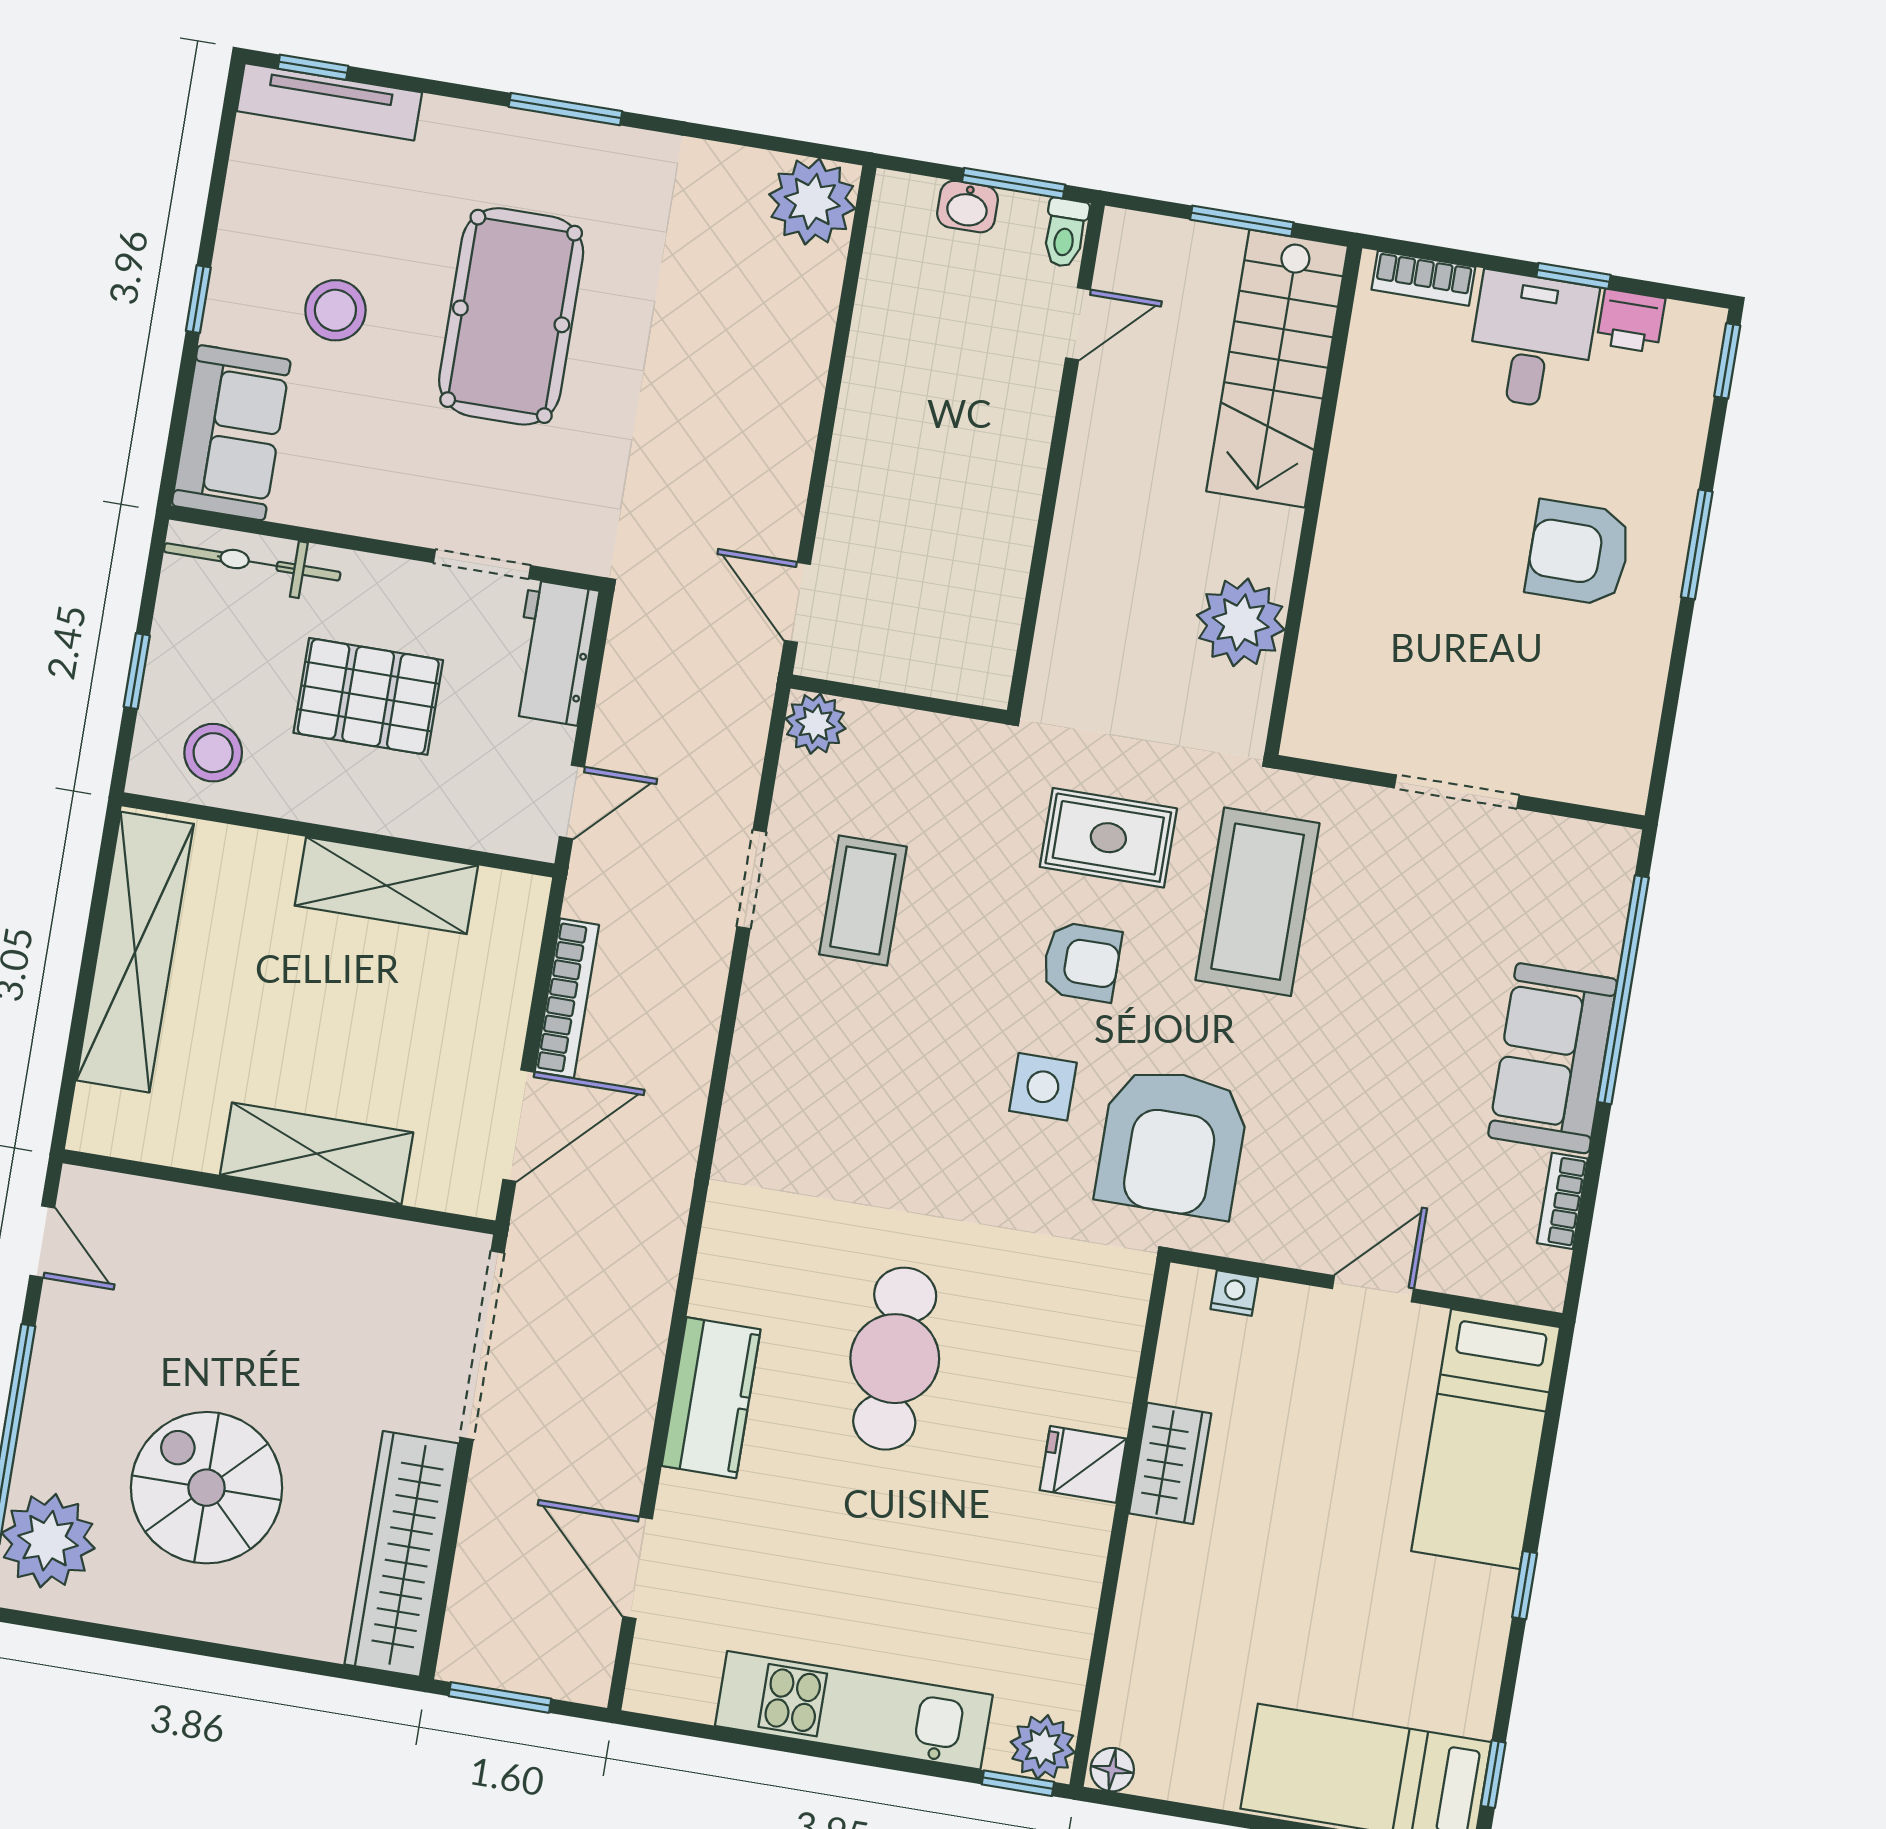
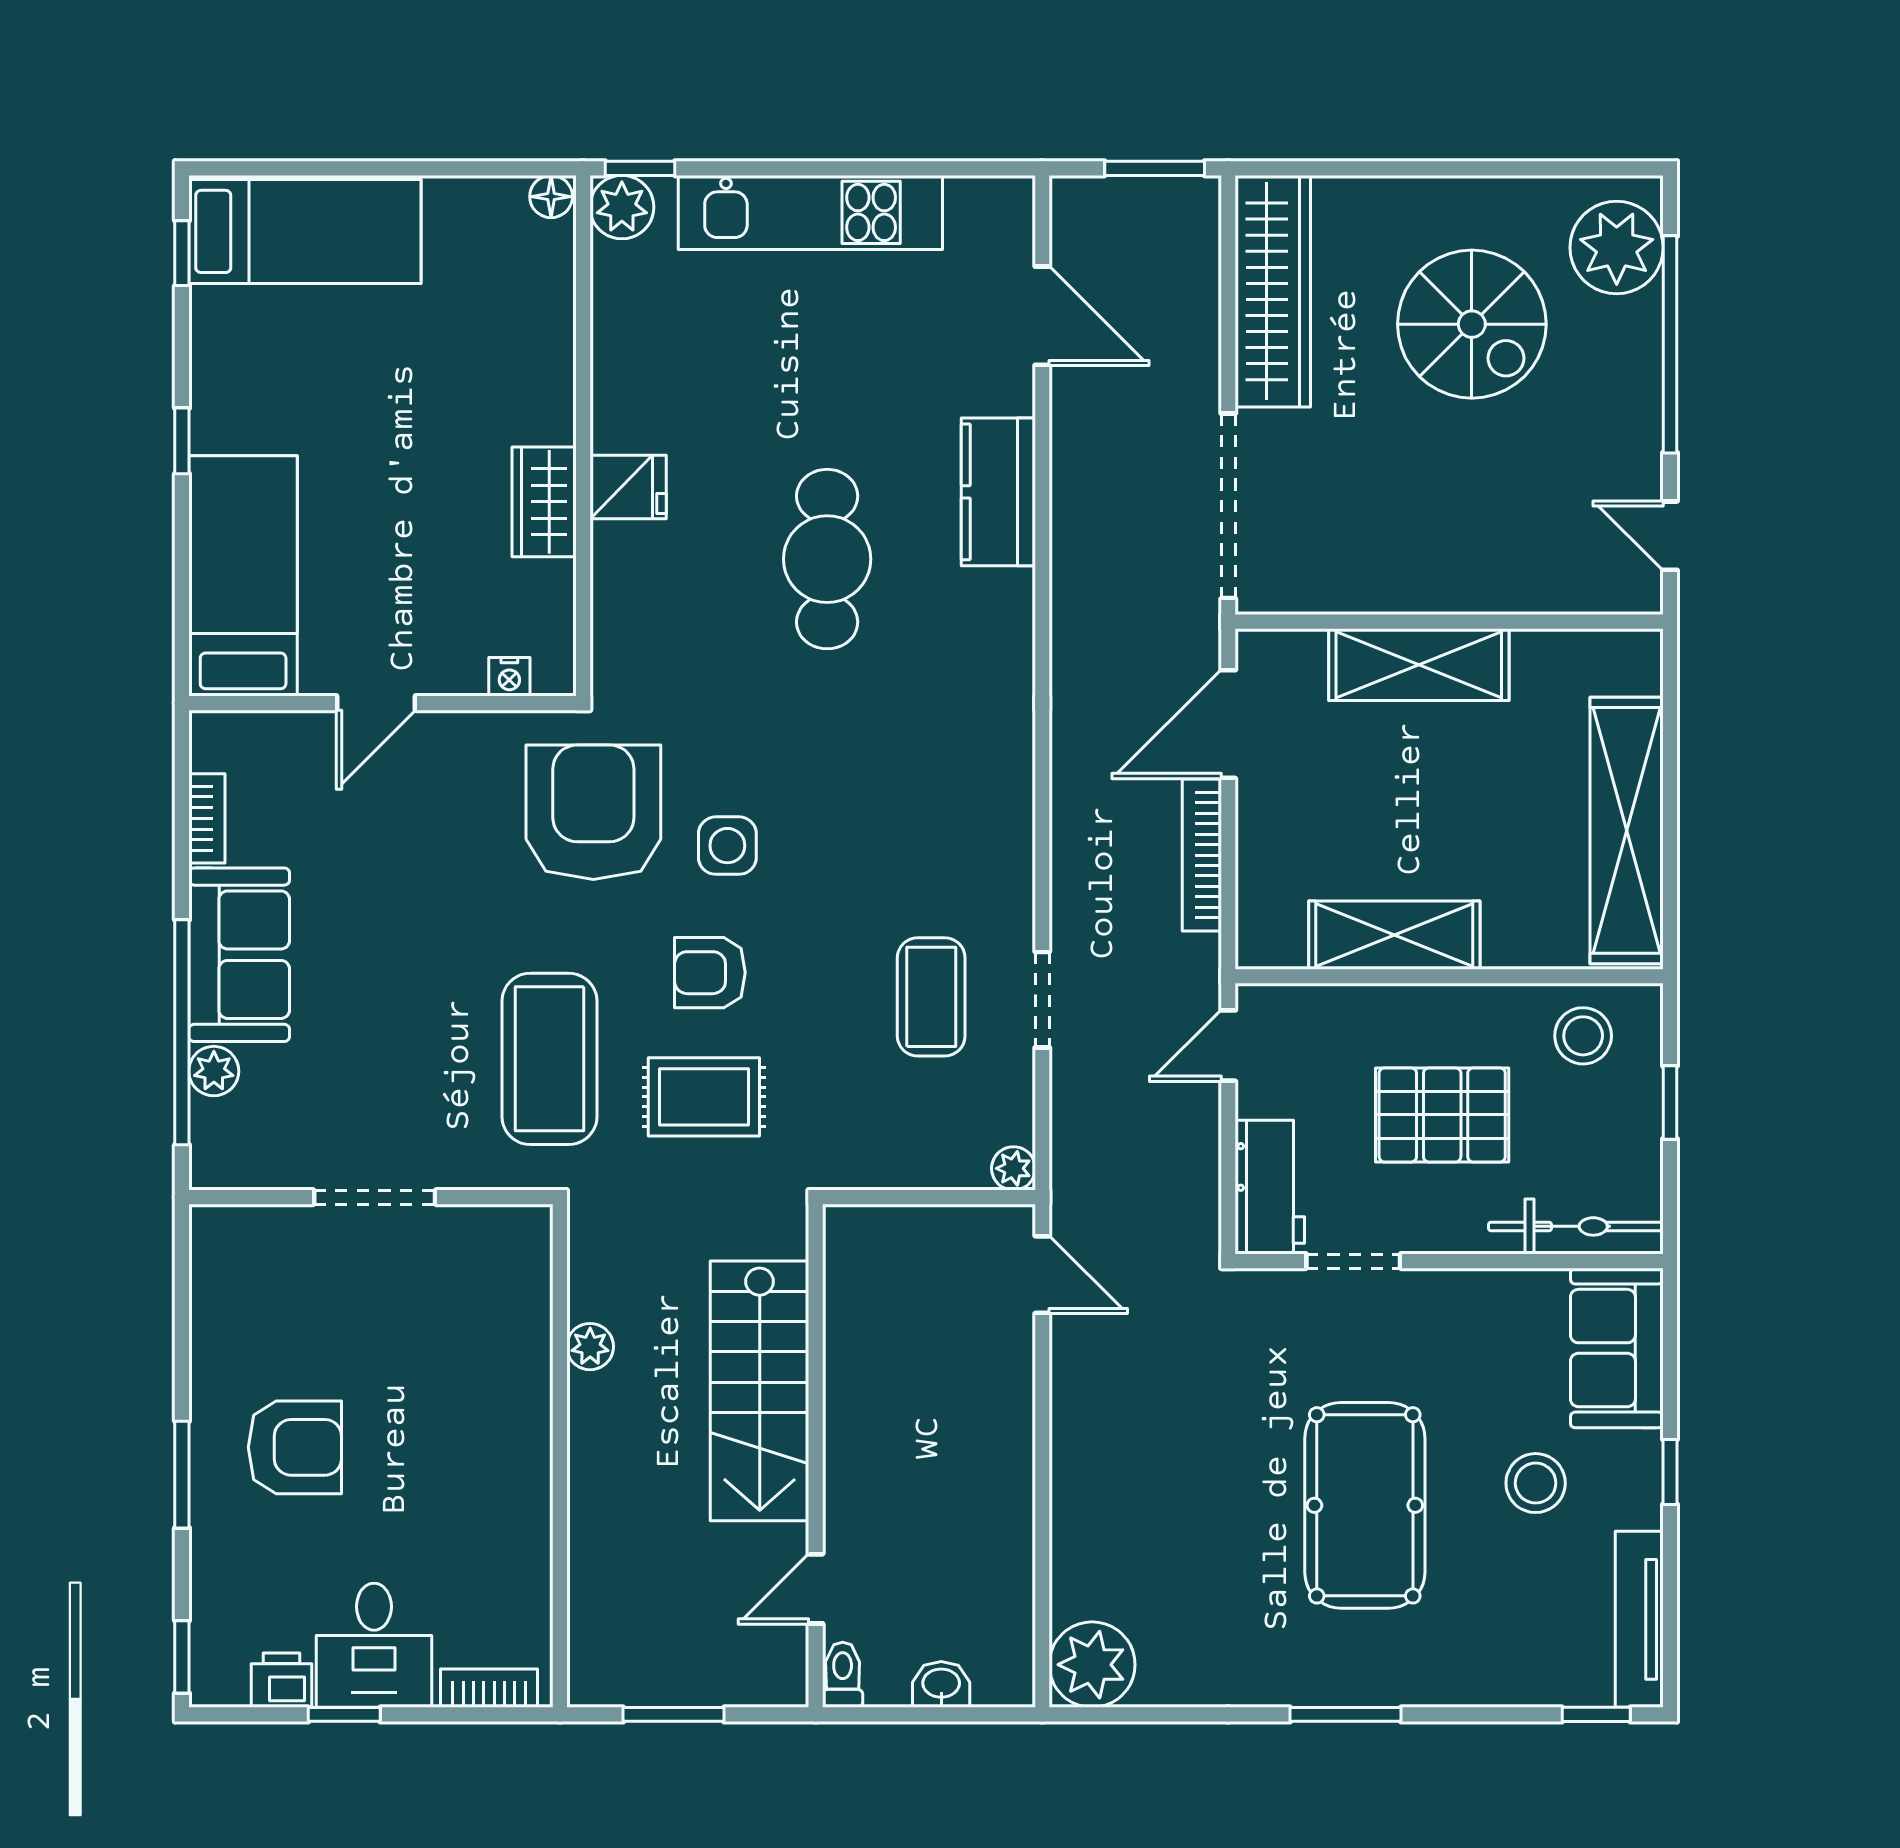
tv unit: (329, 102) -> (1639, 1619), moved, turned -90
window: (1014, 183) -> (900, 1714), removed
stairs: (1277, 369) -> (760, 1391), moved, turned 180
plant: (1241, 622) -> (590, 1347), width x0.53, depth x0.53
plant: (815, 724) -> (1013, 1168), width x0.73, depth x0.73
plant: (1598, 945) -> (214, 1071), added

